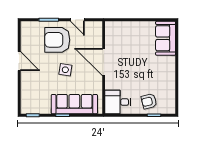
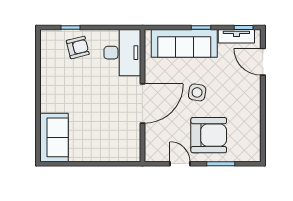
door: (19, 61) -> (263, 62), moved
door: (104, 62) -> (142, 104), hinge flipped
desk: (118, 102) -> (122, 53), width x1.37
tv unit: (38, 109) -> (236, 36), added

